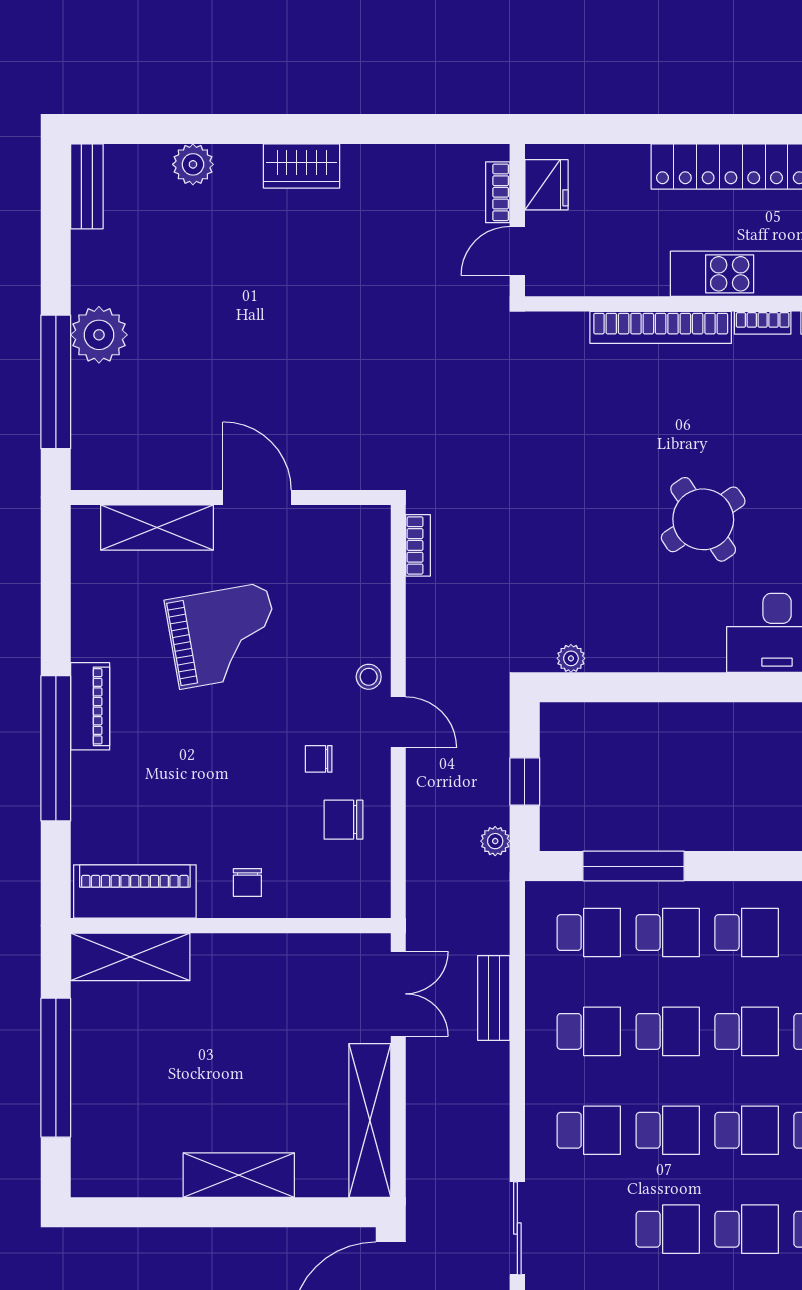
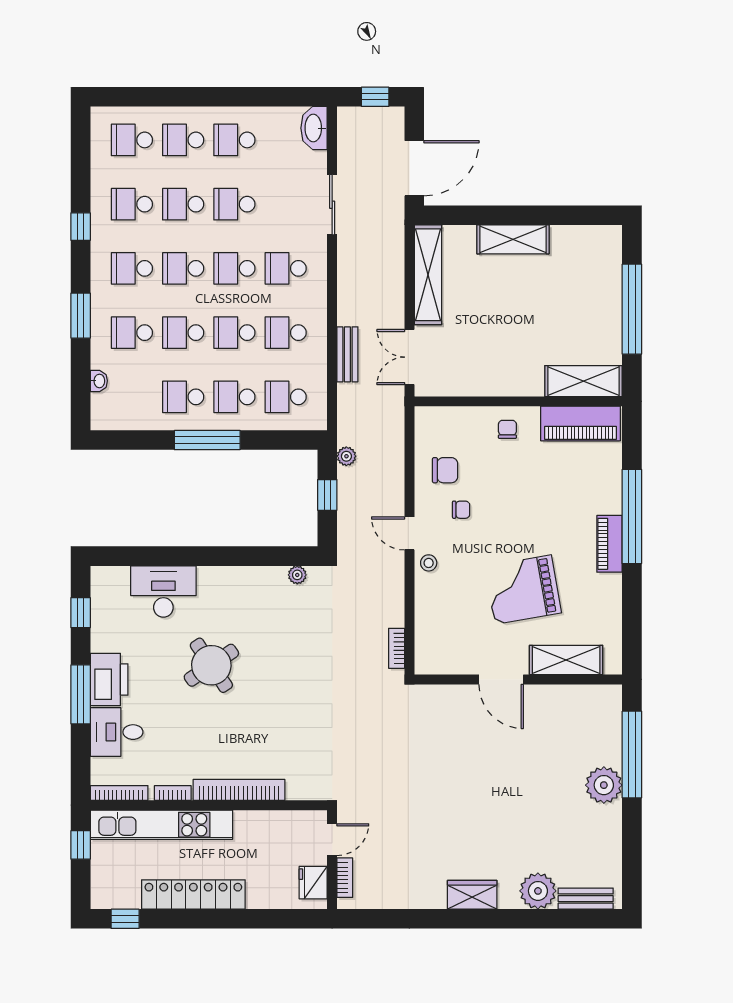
plant: (193, 164) -> (538, 891), width x1.36, depth x1.36
bench: (87, 186) -> (586, 899), moved, turned 90
window: (634, 866) -> (207, 440), moved

